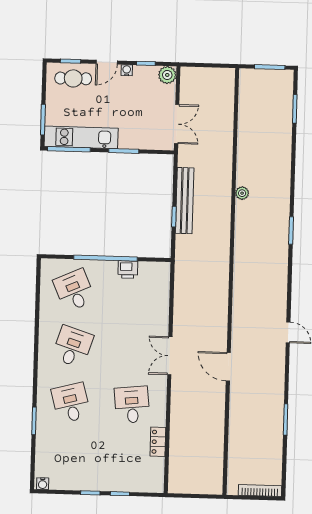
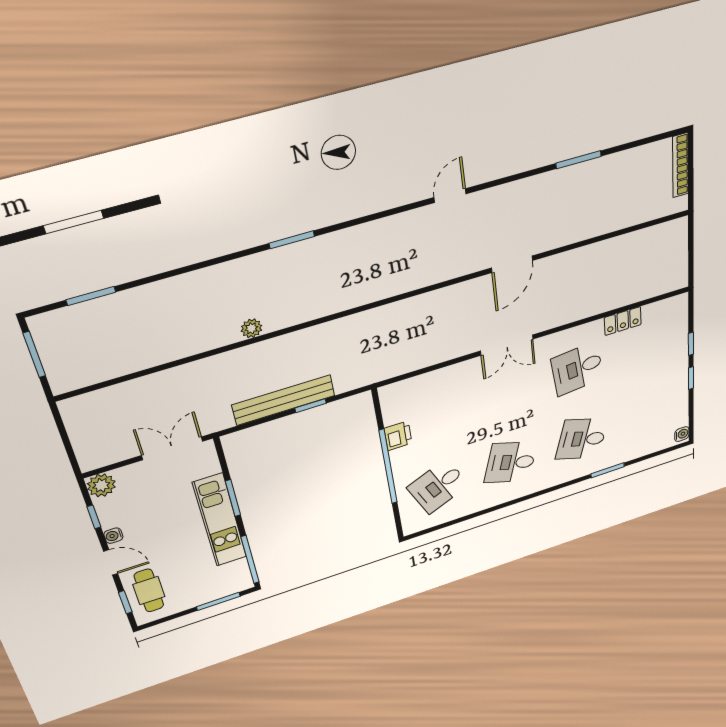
kitchen unit: (81, 137) -> (220, 520), moved
desk: (71, 403) -> (582, 439), turned 33

